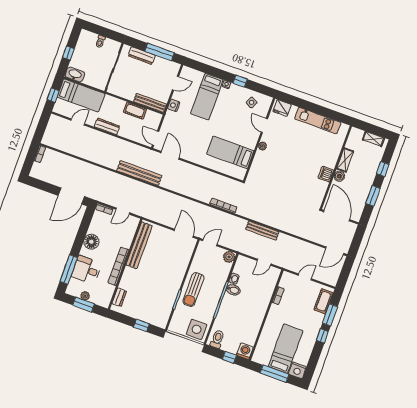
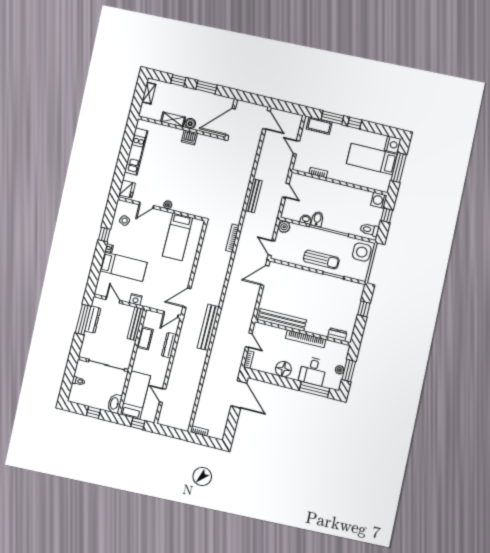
dresser: (142, 56) -> (93, 320), moved
dresser: (107, 126) -> (169, 345), moved

